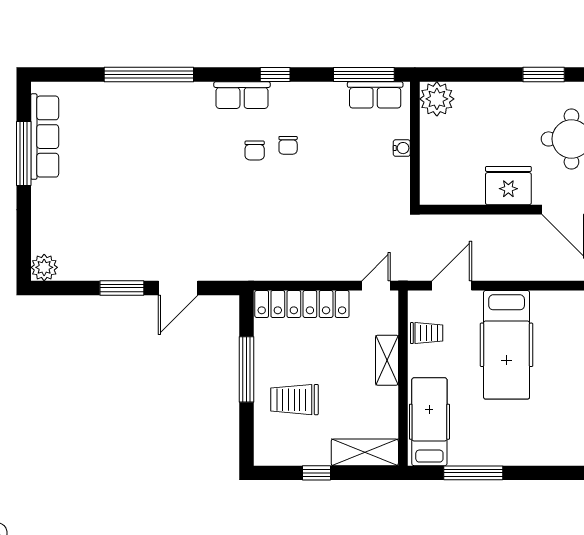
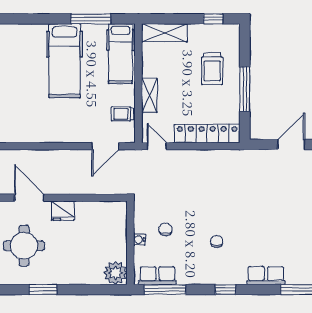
row of seats: (242, 95) -> (266, 276), moved
chair: (255, 150) -> (165, 229), moved
fridge: (508, 186) -> (63, 211), width x0.73, depth x0.75
door: (376, 286) -> (157, 146), swing flipped
hospital bed: (507, 345) -> (65, 61), moved, turned 180
trolley: (295, 400) -> (212, 69), turned 90
window: (316, 473) -> (213, 19), moved

